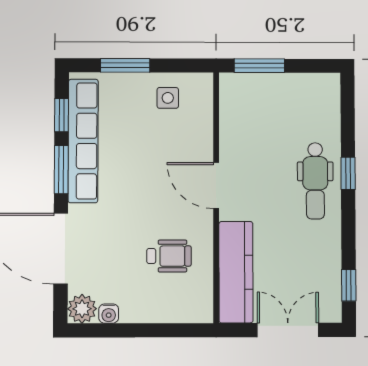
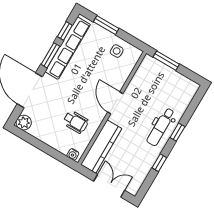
window: (349, 285) -> (159, 163), moved
water cooler: (109, 314) -> (73, 154), moved

